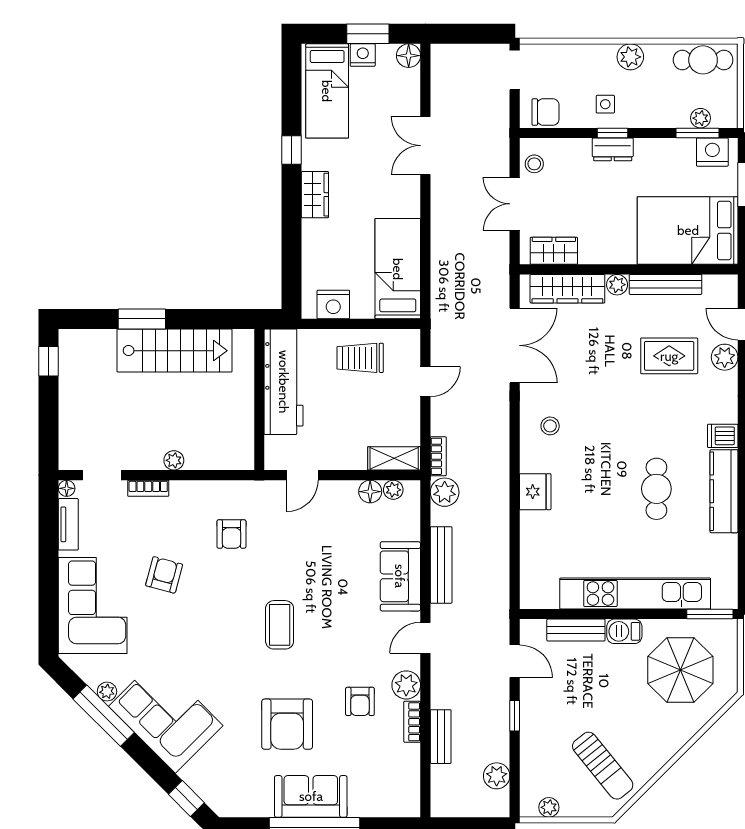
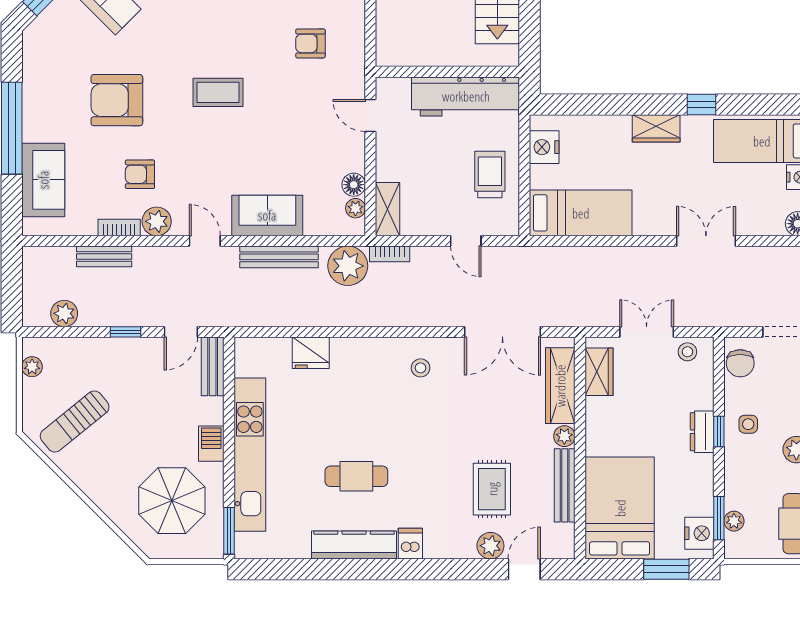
plant: (445, 492) -> (348, 266), width x1.36, depth x1.36
fridge: (535, 492) -> (311, 353), moved
bench: (576, 630) -> (213, 366), moved
sofa: (311, 796) -> (43, 180), moved

